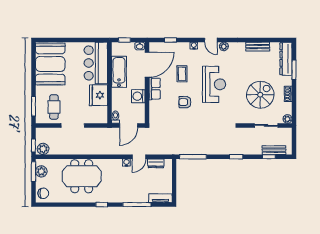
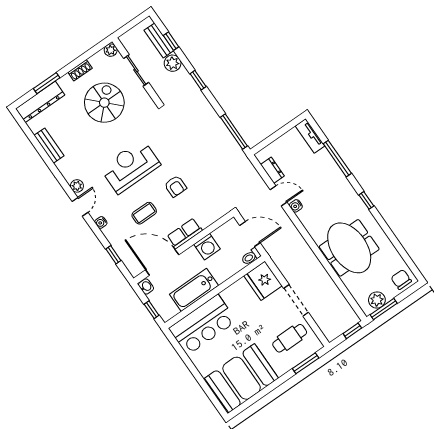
fridge: (99, 95) -> (263, 281), moved, turned 90
spiral stairs: (260, 95) -> (104, 103), turned 90
plant: (43, 149) -> (173, 63), moved

